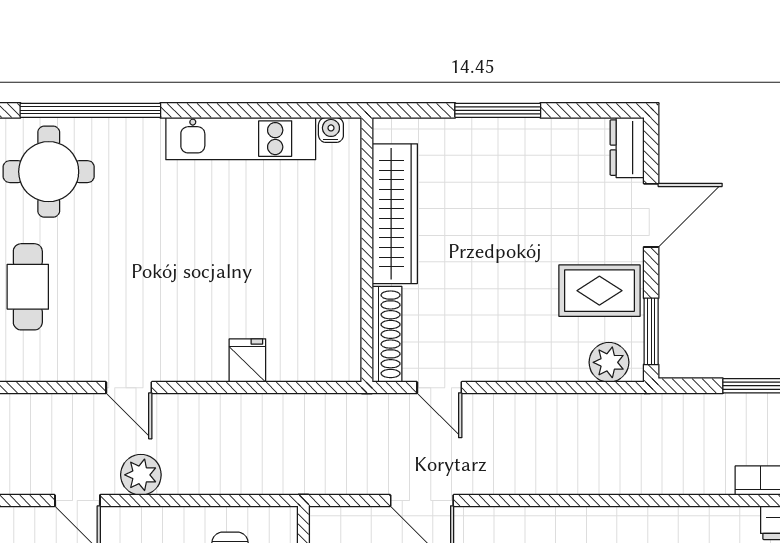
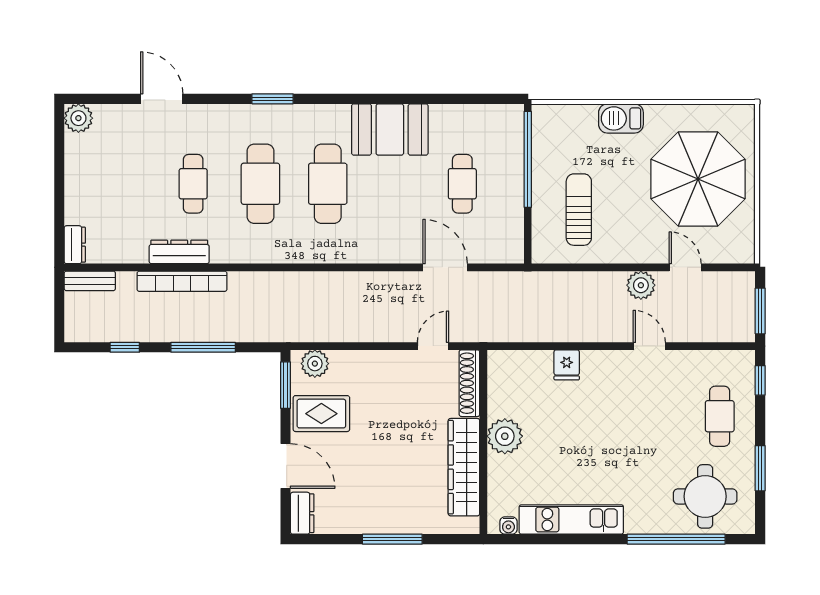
door: (651, 215) -> (285, 466), swing flipped
plant: (336, 258) -> (505, 436), added
door: (439, 388) -> (433, 346), hinge flipped

